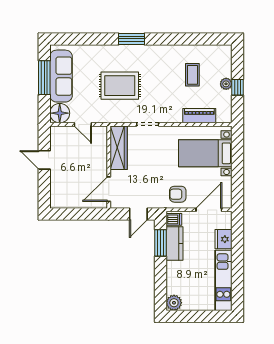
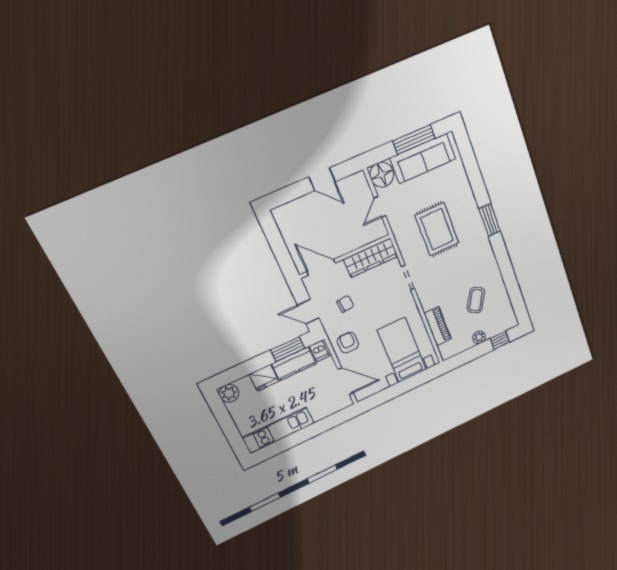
coffee table: (192, 75) -> (476, 300), turned -60
window: (238, 87) -> (500, 340), moved
door: (44, 160) -> (322, 179), swing flipped
chair: (146, 183) -> (345, 304), added
fridge: (223, 239) -> (264, 378), moved, turned 180

